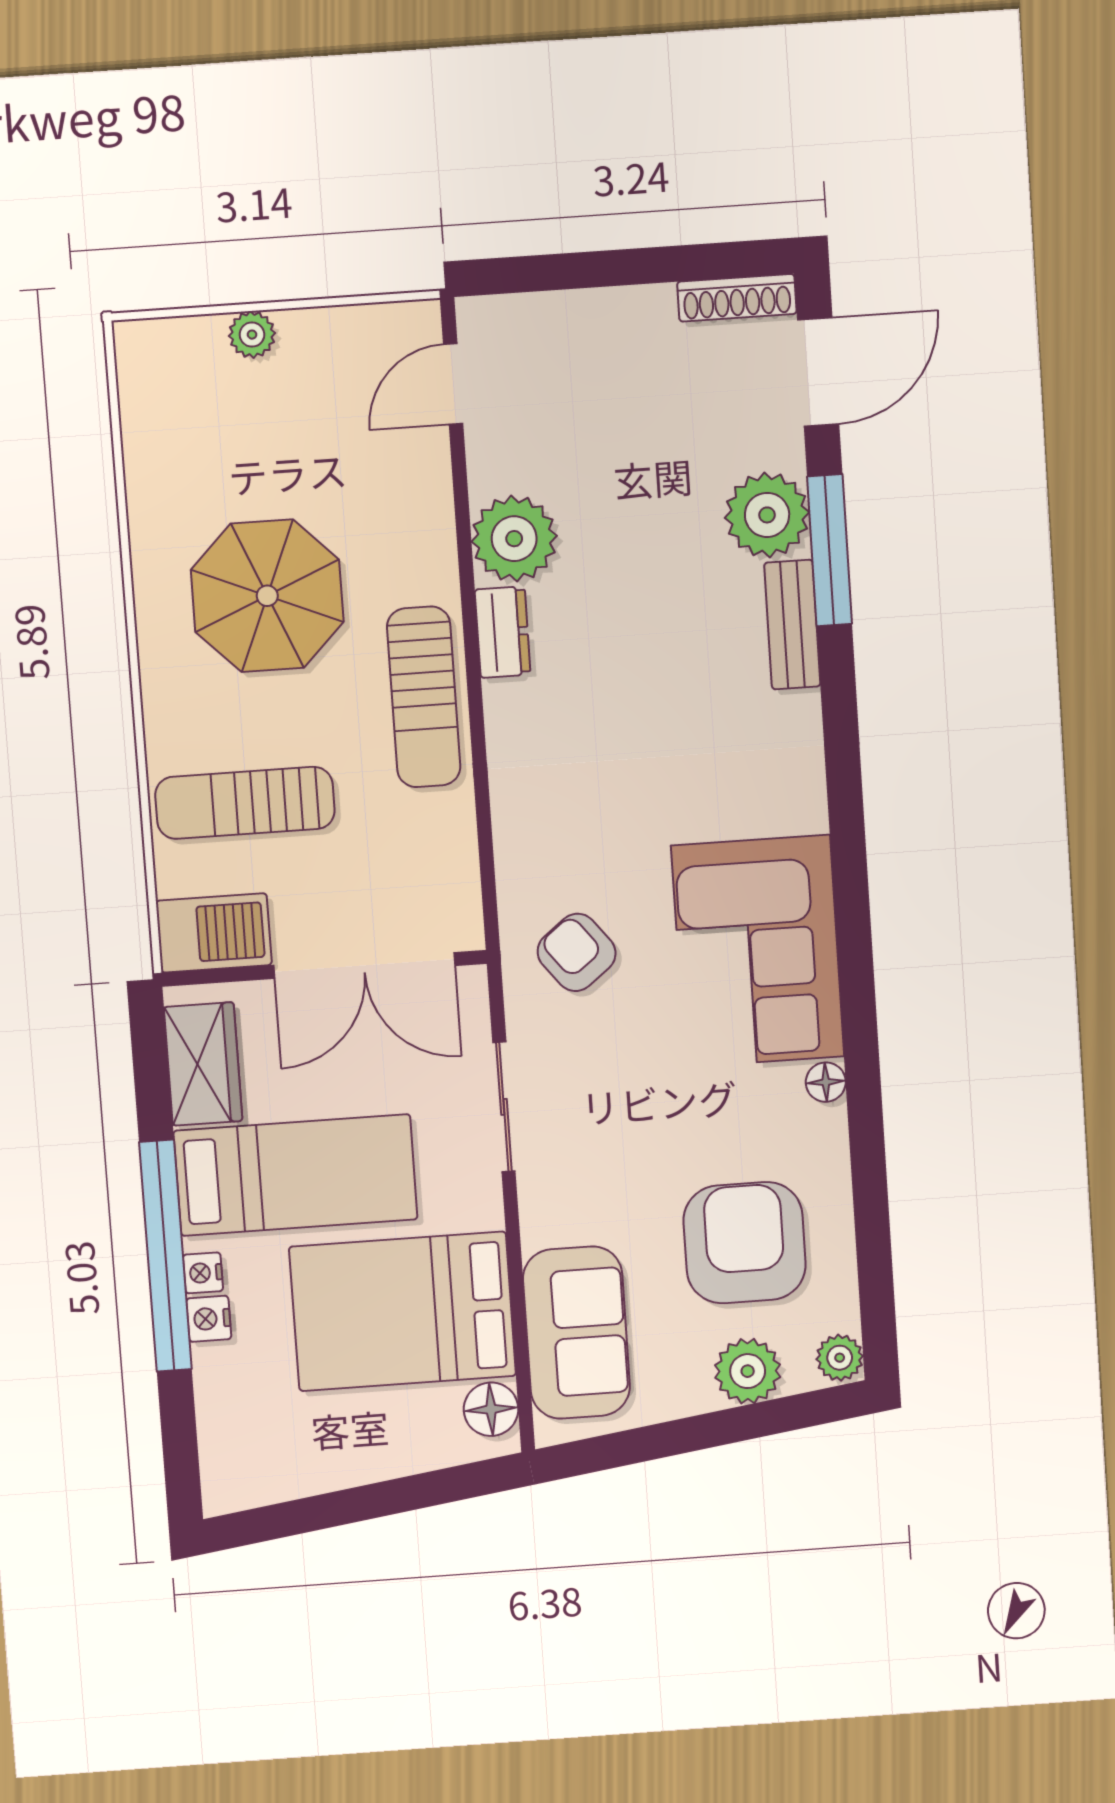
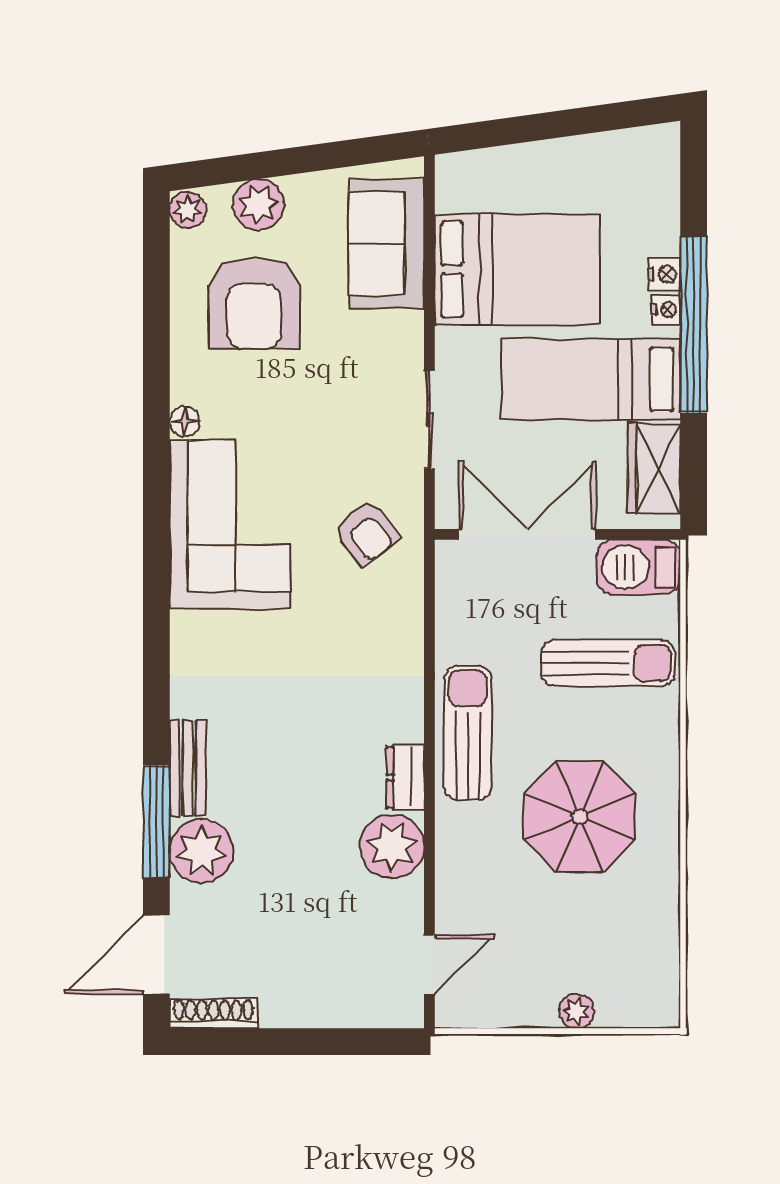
floor lamp: (491, 1409) -> (455, 189), removed

